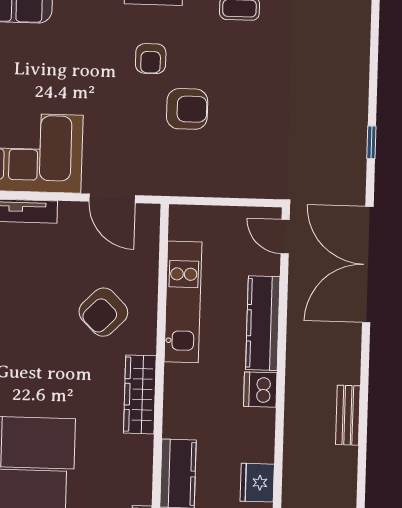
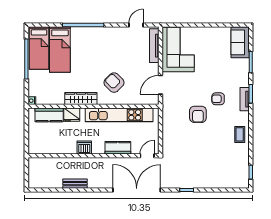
kitchen unit: (183, 302) -> (119, 115), width x1.36
kitchen counter: (263, 323) -> (118, 148), width x0.67
fridge: (257, 483) -> (72, 115), moved, turned 180

